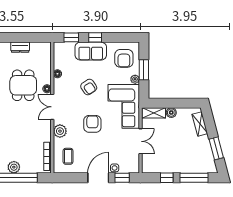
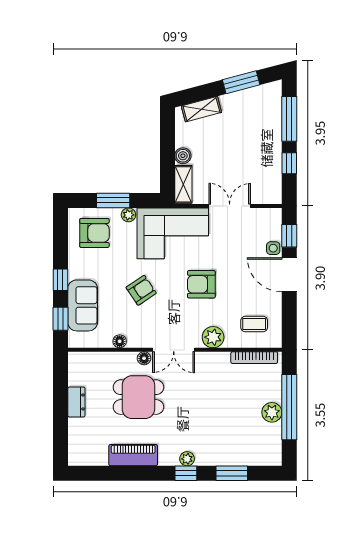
sofa: (91, 51) -> (83, 305), moved

